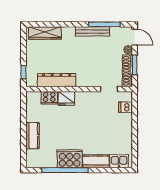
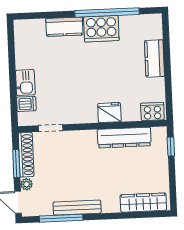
cooker: (49, 98) -> (152, 112), moved
kitchen sink: (119, 161) -> (25, 83), moved, turned -90

